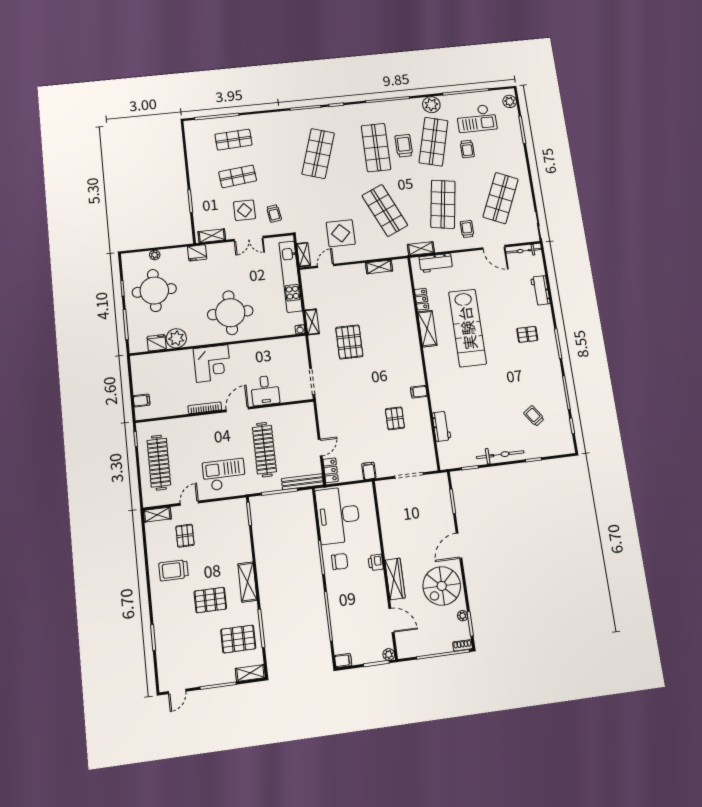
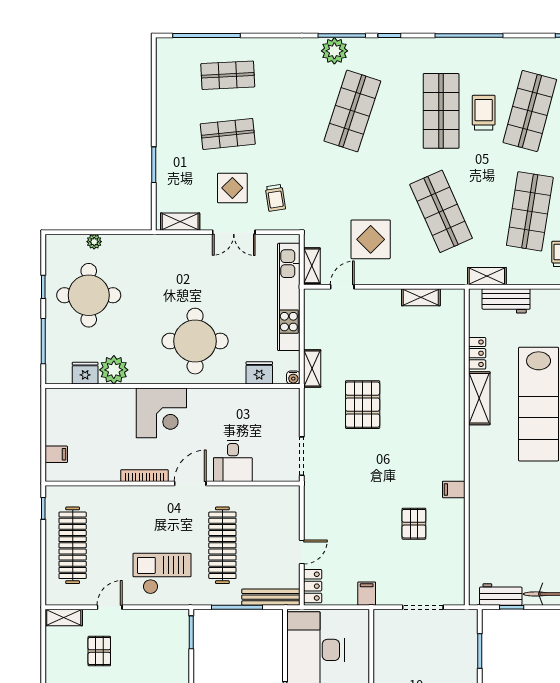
plant: (431, 105) -> (334, 51), moved
fridge: (197, 253) -> (259, 373), moved, turned 180
workbench: (442, 426) -> (501, 594), moved, turned -90

